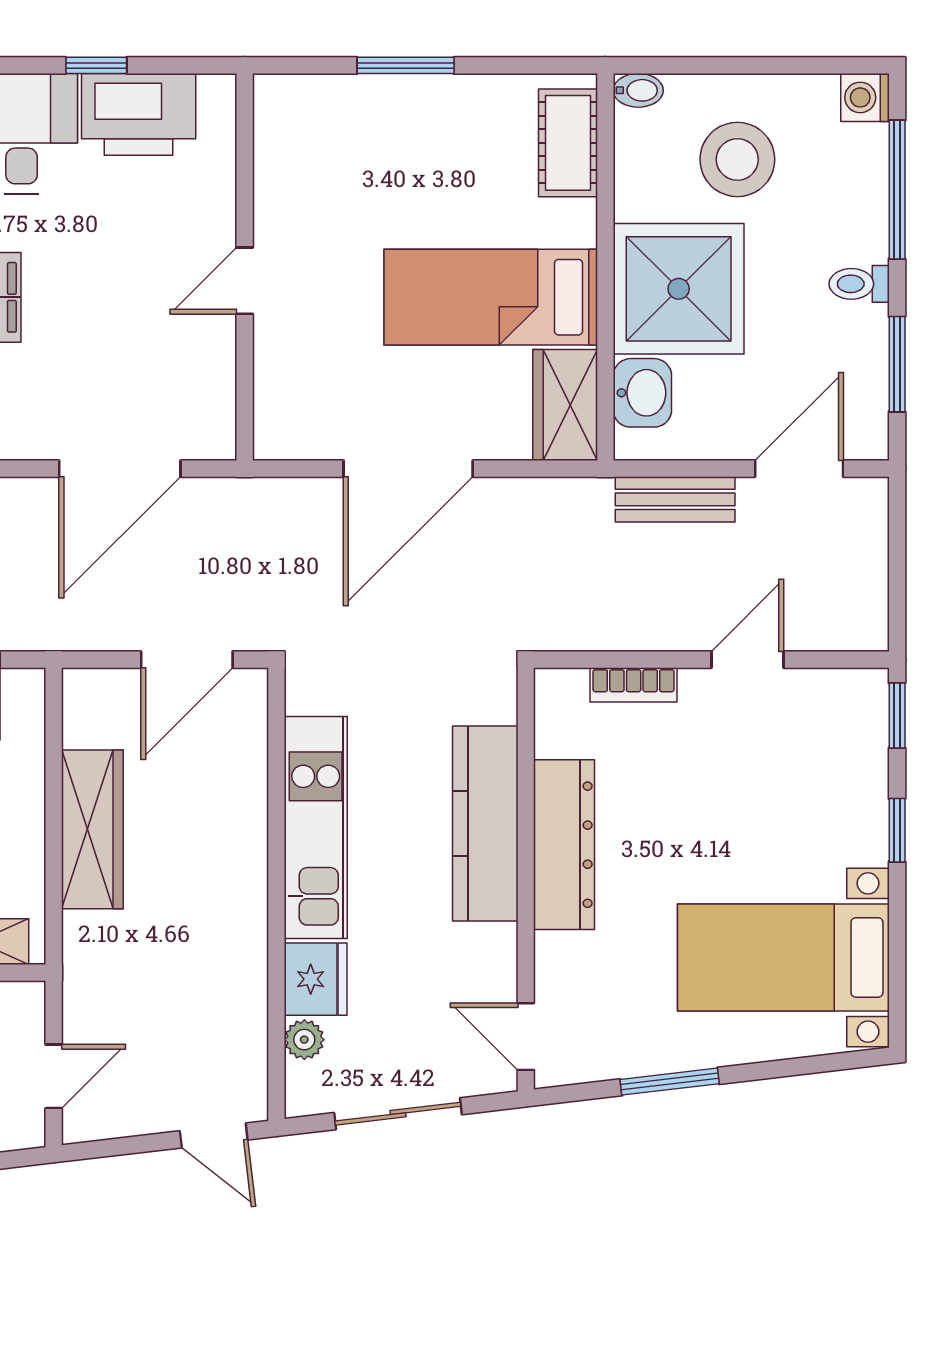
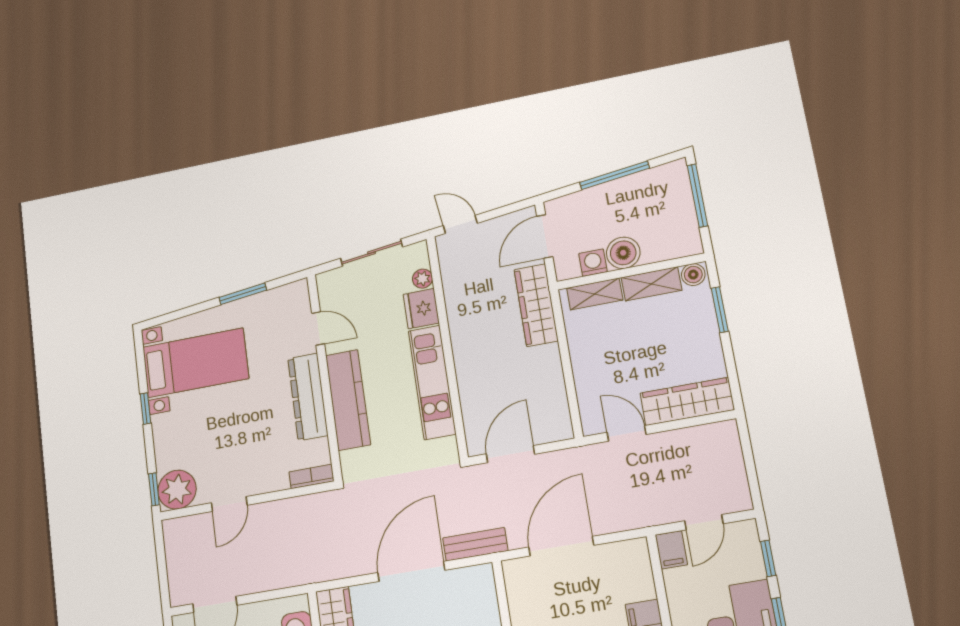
bench: (675, 499) -> (475, 544), moved
bookcase: (634, 685) -> (312, 476), moved
plant: (850, 707) -> (177, 490), added
wardrobe: (92, 829) -> (536, 305), moved
window: (897, 830) -> (146, 409), moved
door: (526, 1037) -> (318, 329), moved
door: (54, 1076) -> (545, 236), width x1.38

